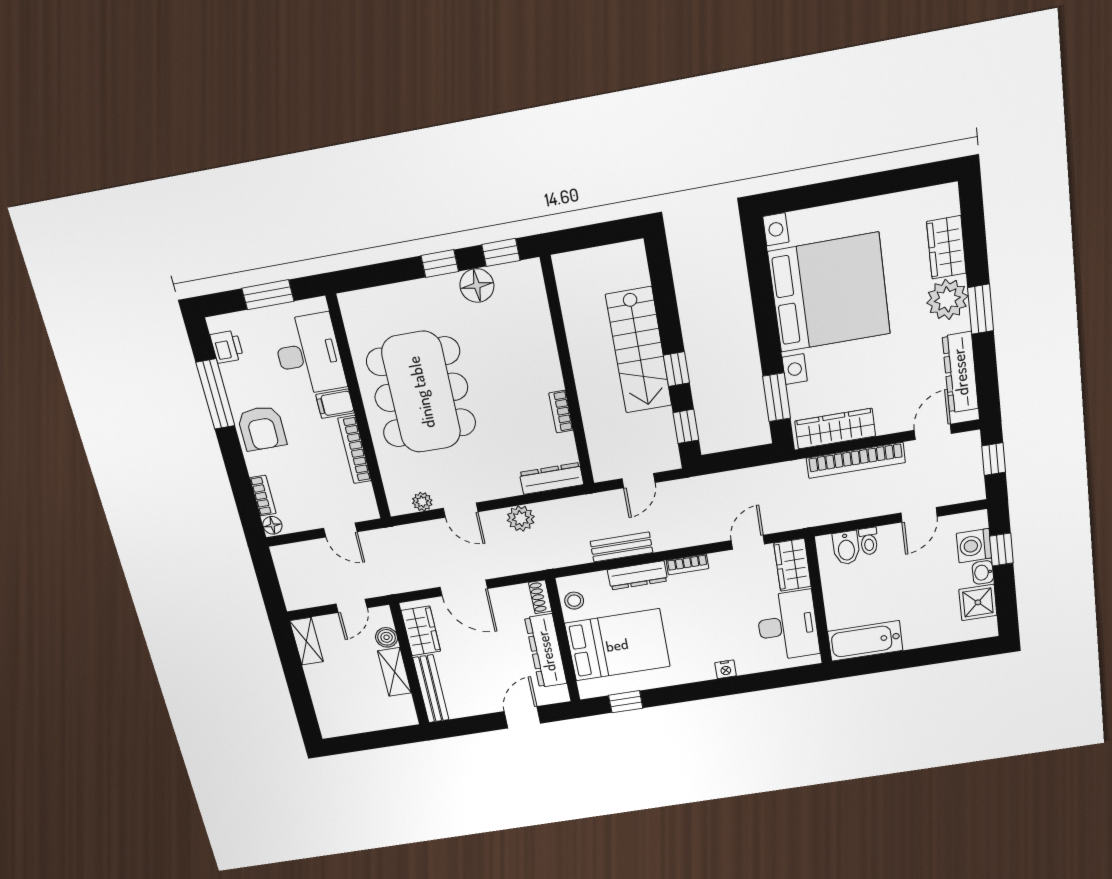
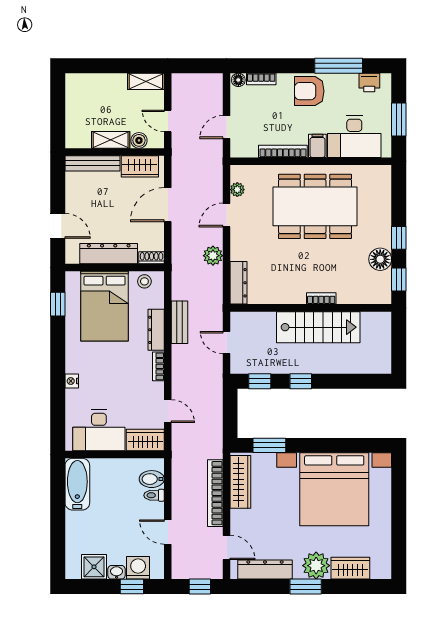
stairs: (639, 350) -> (318, 327), moved, turned 180
bookcase: (561, 412) -> (321, 298), moved

